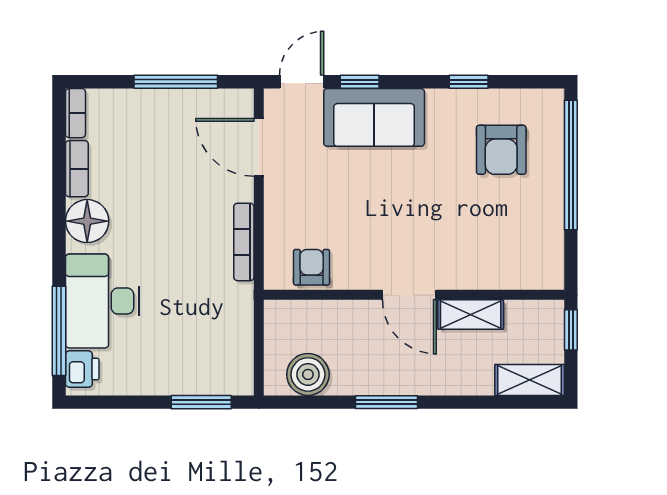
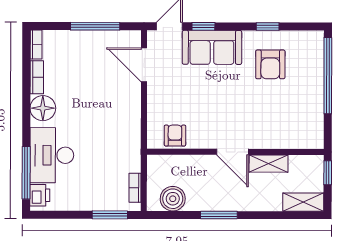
armchair: (501, 150) -> (270, 64), moved
bookcase: (244, 242) -> (135, 188), moved, width x0.64

